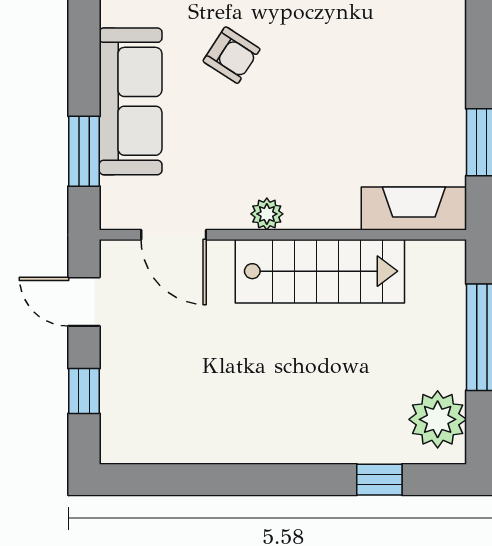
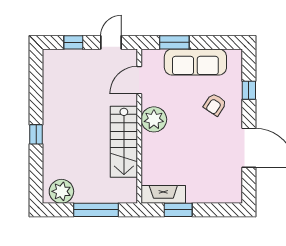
fireplace: (414, 208) -> (163, 194), moved, turned -90
plant: (267, 214) -> (154, 119), width x1.87, depth x1.87
window: (379, 480) -> (36, 134), moved

